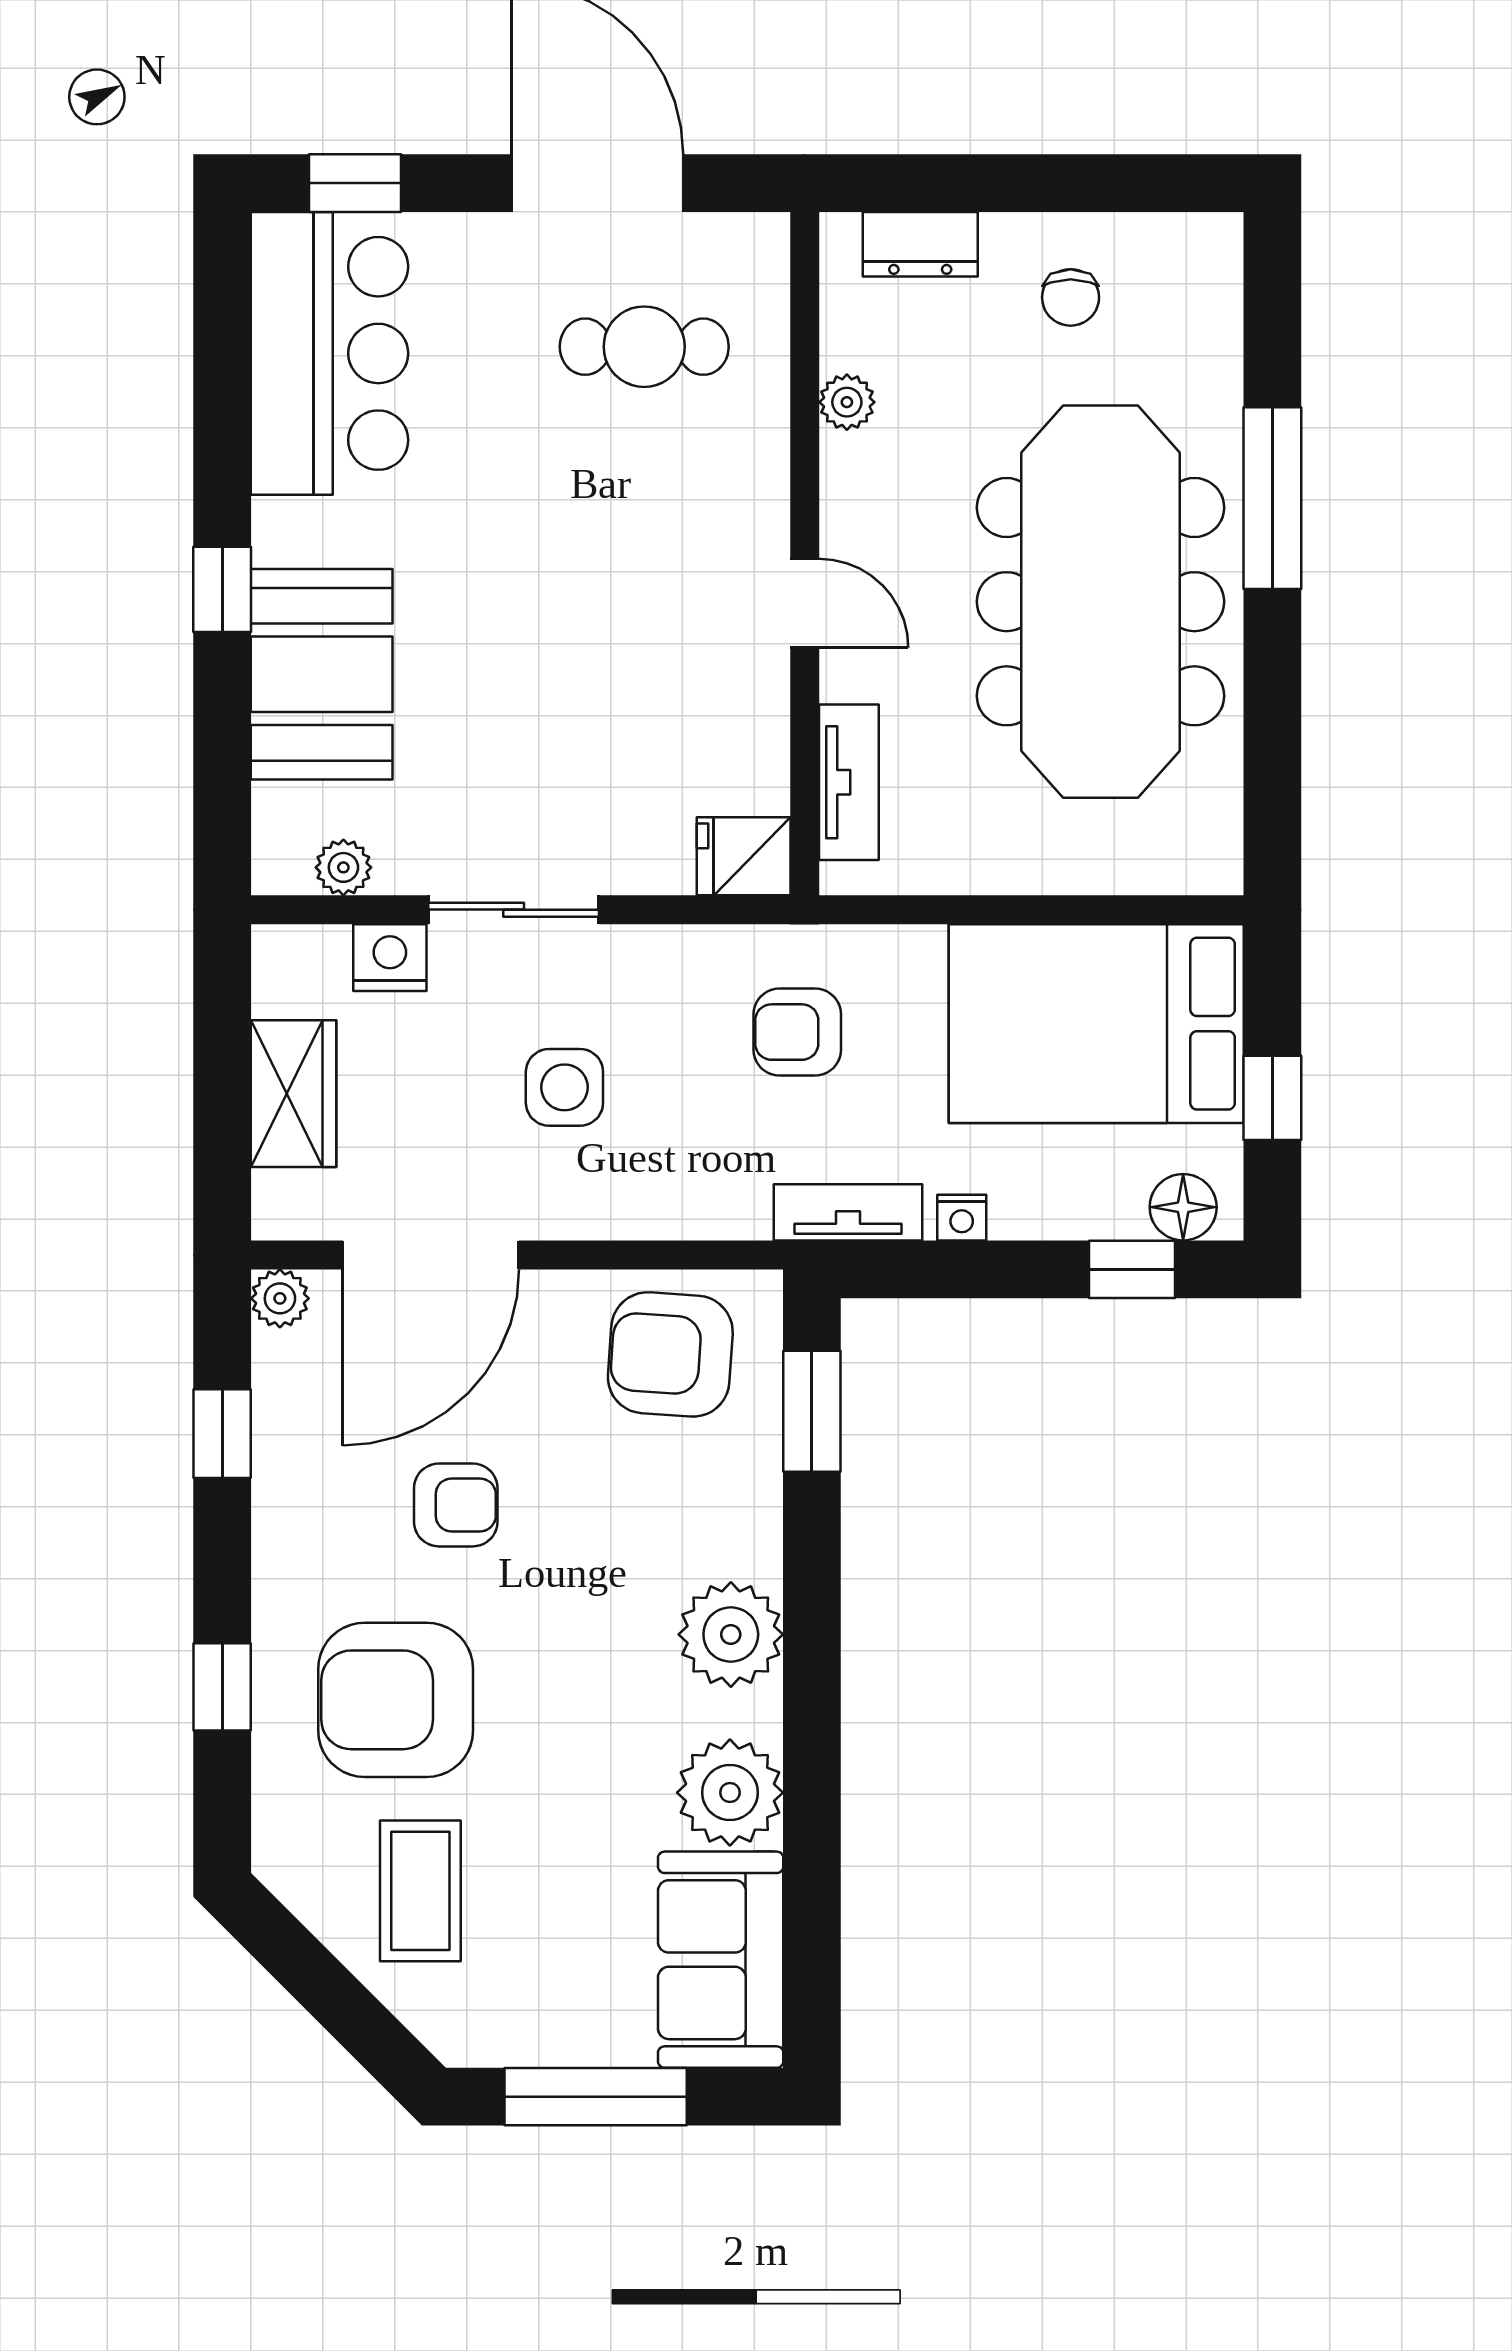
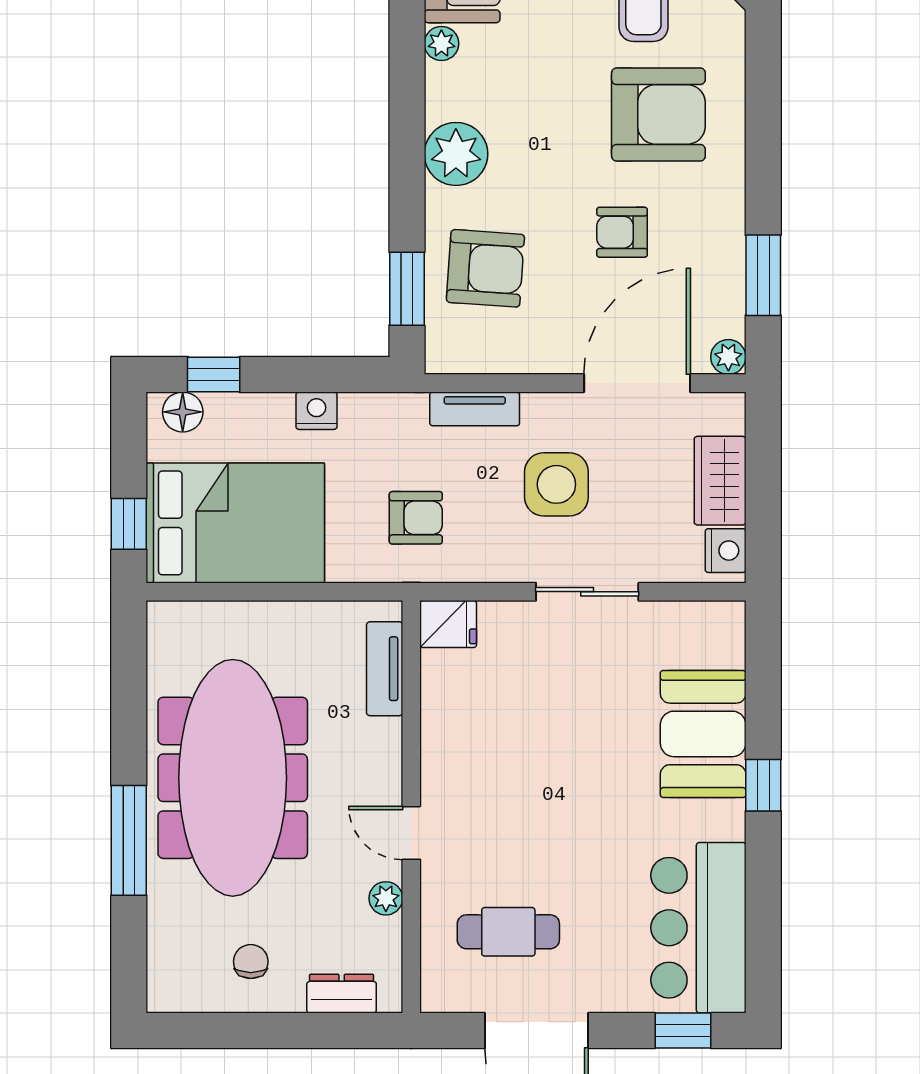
door: (805, 603) -> (411, 833), moved
plant: (343, 867) -> (690, 617), removed
nightstand: (390, 958) -> (726, 551), moved, turned -90
side table: (564, 1087) -> (556, 484), width x1.37, depth x1.37
window: (1272, 1098) -> (129, 524), moved
tv unit: (848, 1212) -> (475, 409), moved
nightstand: (962, 1218) -> (317, 411), width x1.39, depth x1.35
armchair: (670, 1354) -> (485, 268), moved
window: (222, 1434) -> (763, 275), width x1.50
window: (222, 1687) -> (763, 122), removed
plant: (730, 1793) -> (441, 43), width x0.53, depth x0.53

